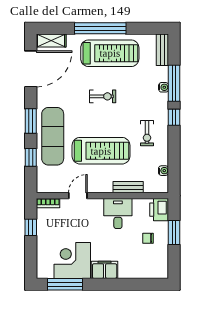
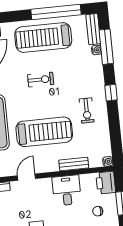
window: (100, 28) -> (56, 12), moved
treadmill: (110, 53) -> (43, 38), turned 180
window: (174, 83) -> (106, 47), moved
water cooler: (164, 87) -> (97, 50), moved
water cooler: (164, 171) -> (108, 161), moved

